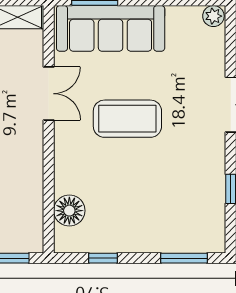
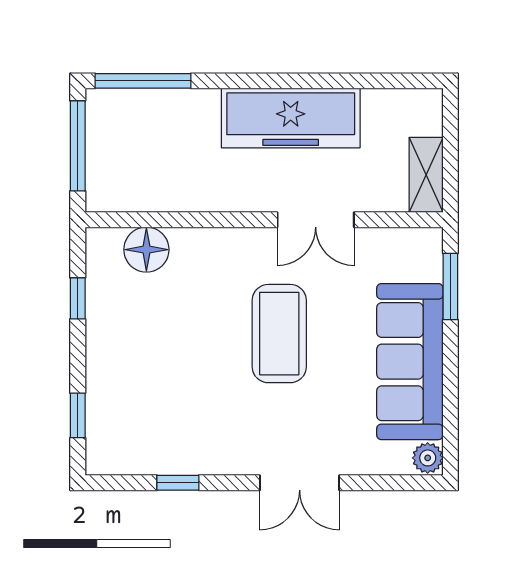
sofa: (111, 28) -> (410, 362), moved
window: (184, 258) -> (78, 415), width x0.67

